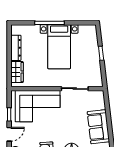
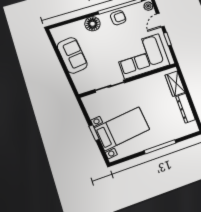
bed with nightstands: (59, 47) -> (122, 129), moved, turned 83

